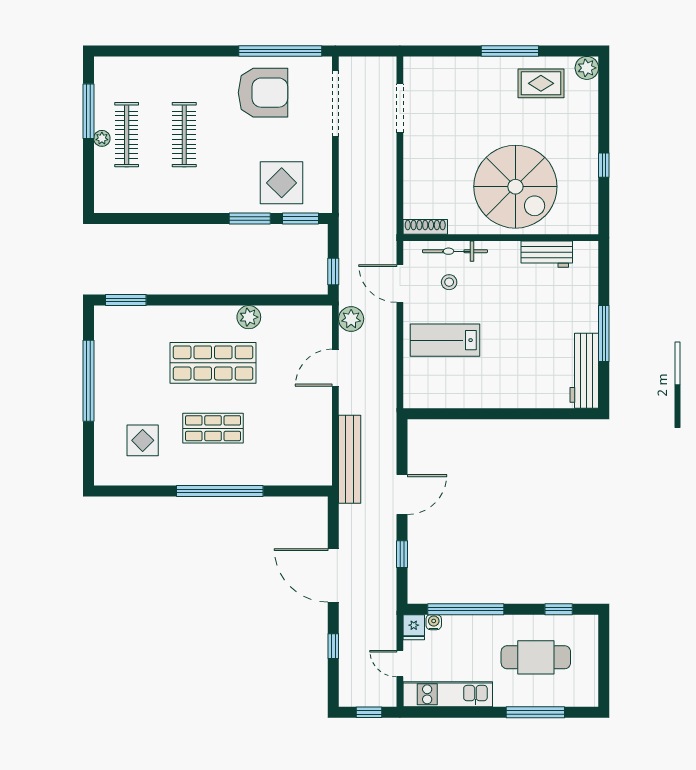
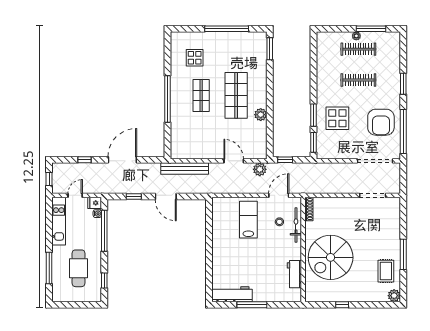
window: (191, 51) -> (403, 84), added
display table: (282, 183) -> (337, 118), moved

